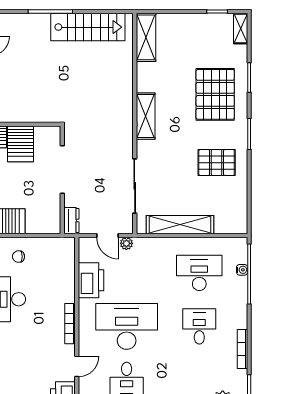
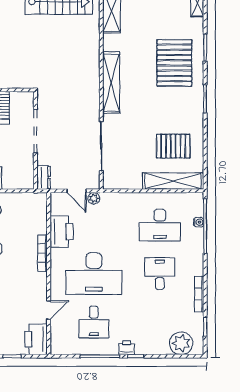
shelving: (146, 116) -> (111, 83), width x1.47
pallet: (217, 163) -> (173, 146), moved
shelving: (180, 225) -> (173, 181), moved
desk: (199, 273) -> (160, 225), turned 180
bookcase: (70, 324) -> (42, 253), moved
desk: (127, 326) -> (94, 274), turned 180

